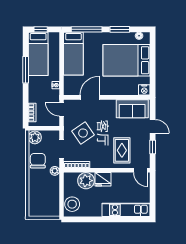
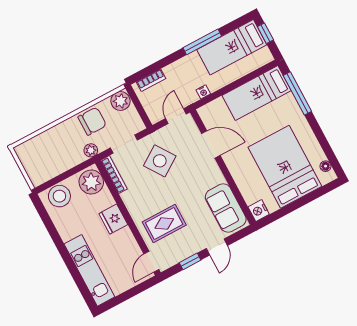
window: (120, 29) -> (320, 136), removed
plant: (86, 181) -> (91, 182), moved

